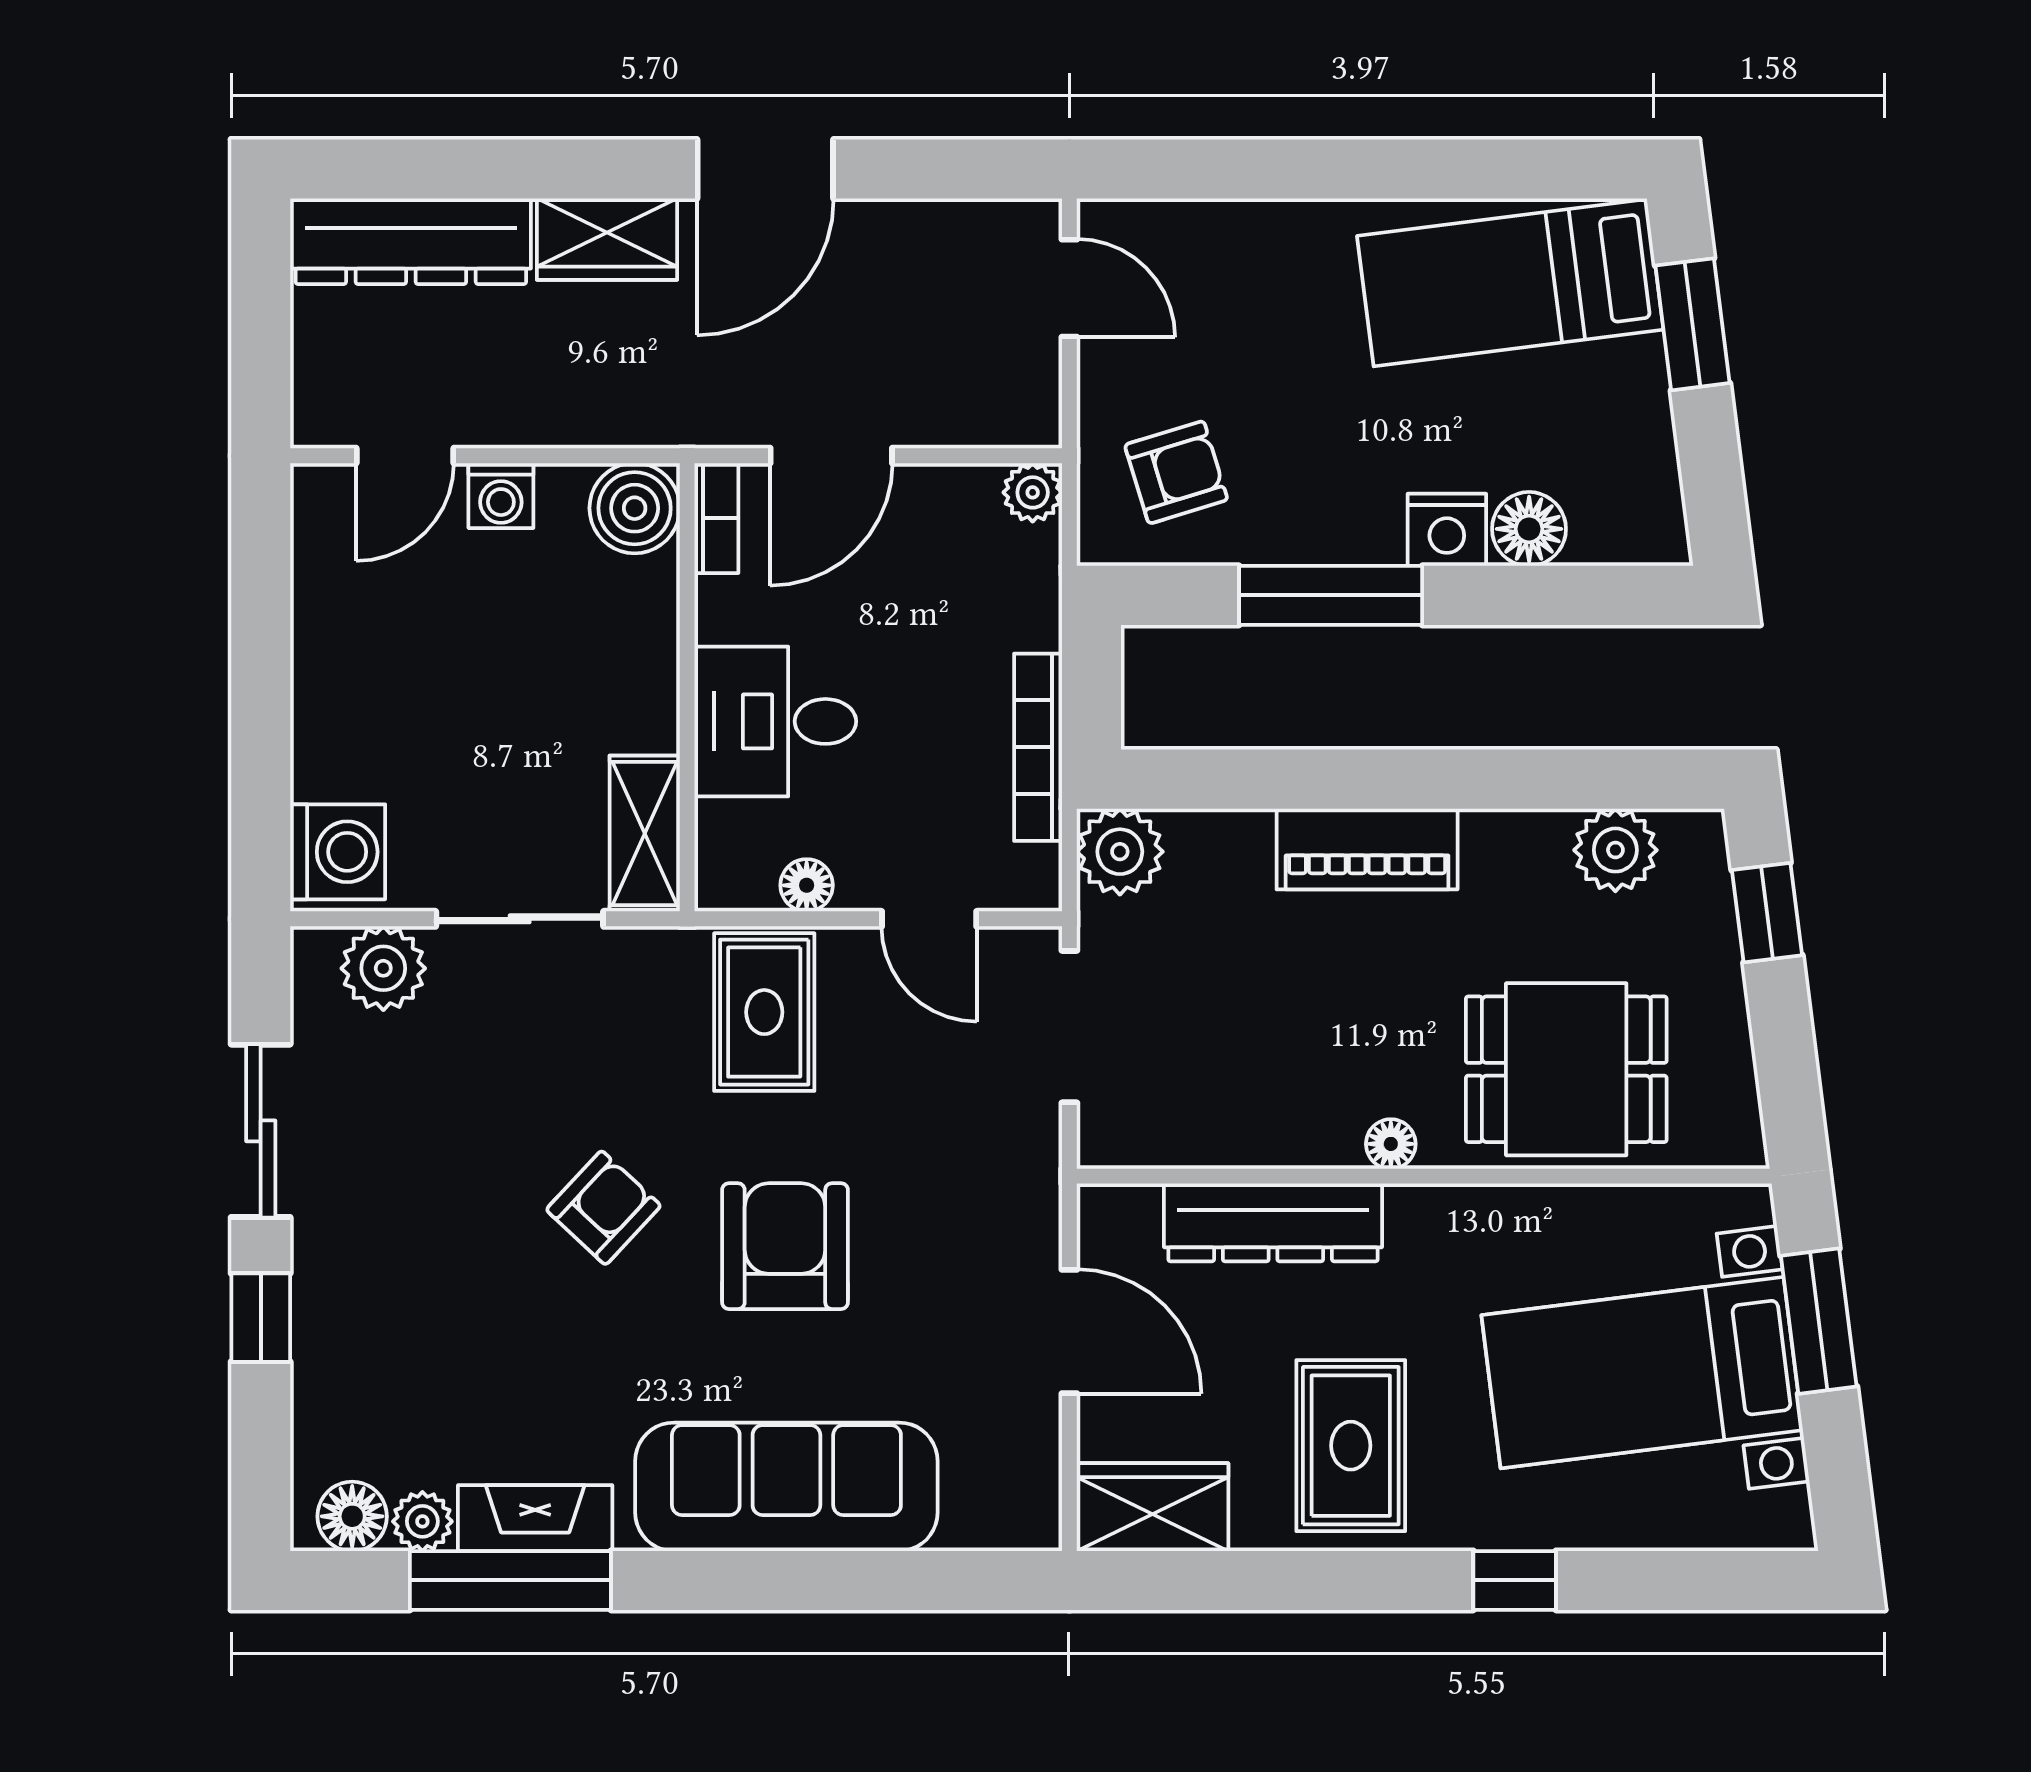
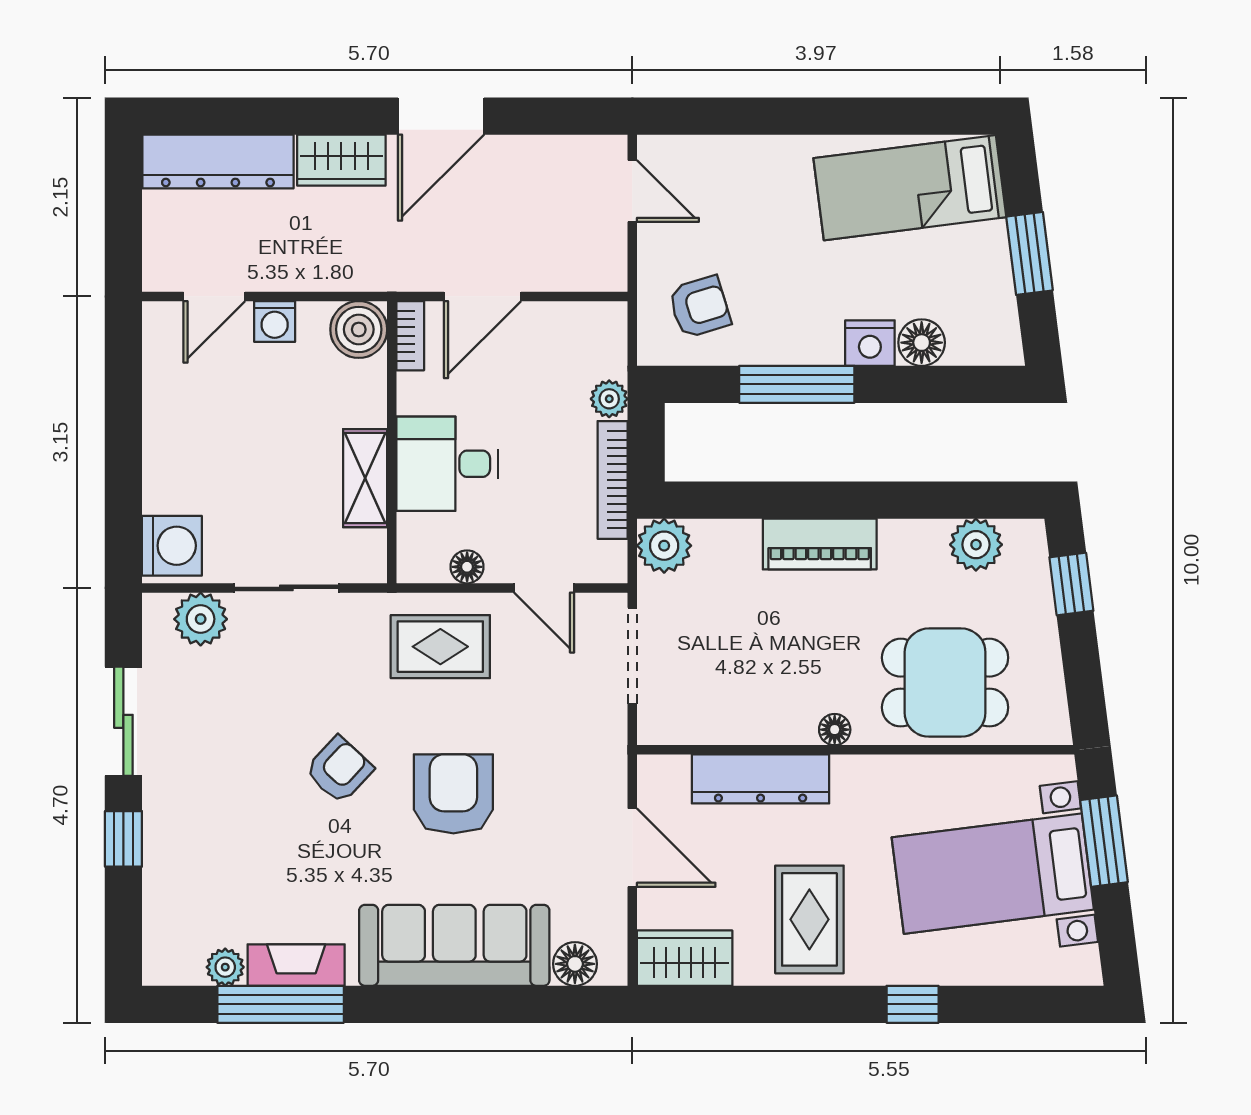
window: (1692, 324) -> (1030, 253), moved
plant: (1033, 492) -> (609, 399), moved
shelving: (645, 834) -> (365, 478), moved
rug: (764, 1012) -> (440, 647), turned 90
floor lamp: (352, 1516) -> (575, 964), moved

